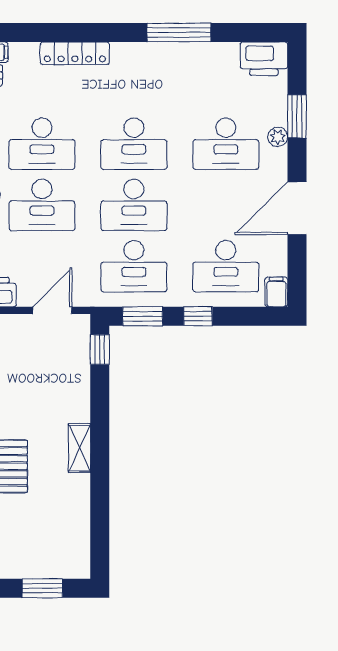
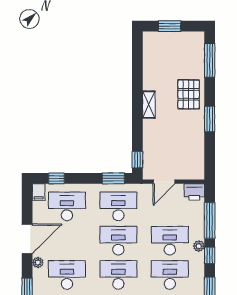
plant: (278, 137) -> (38, 262), moved
window: (198, 316) -> (57, 178), moved

